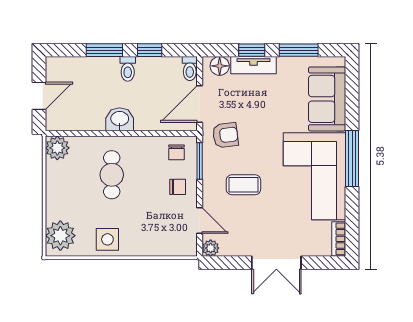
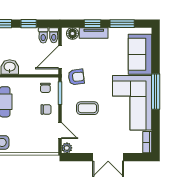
toilet: (128, 69) -> (43, 35), moved

